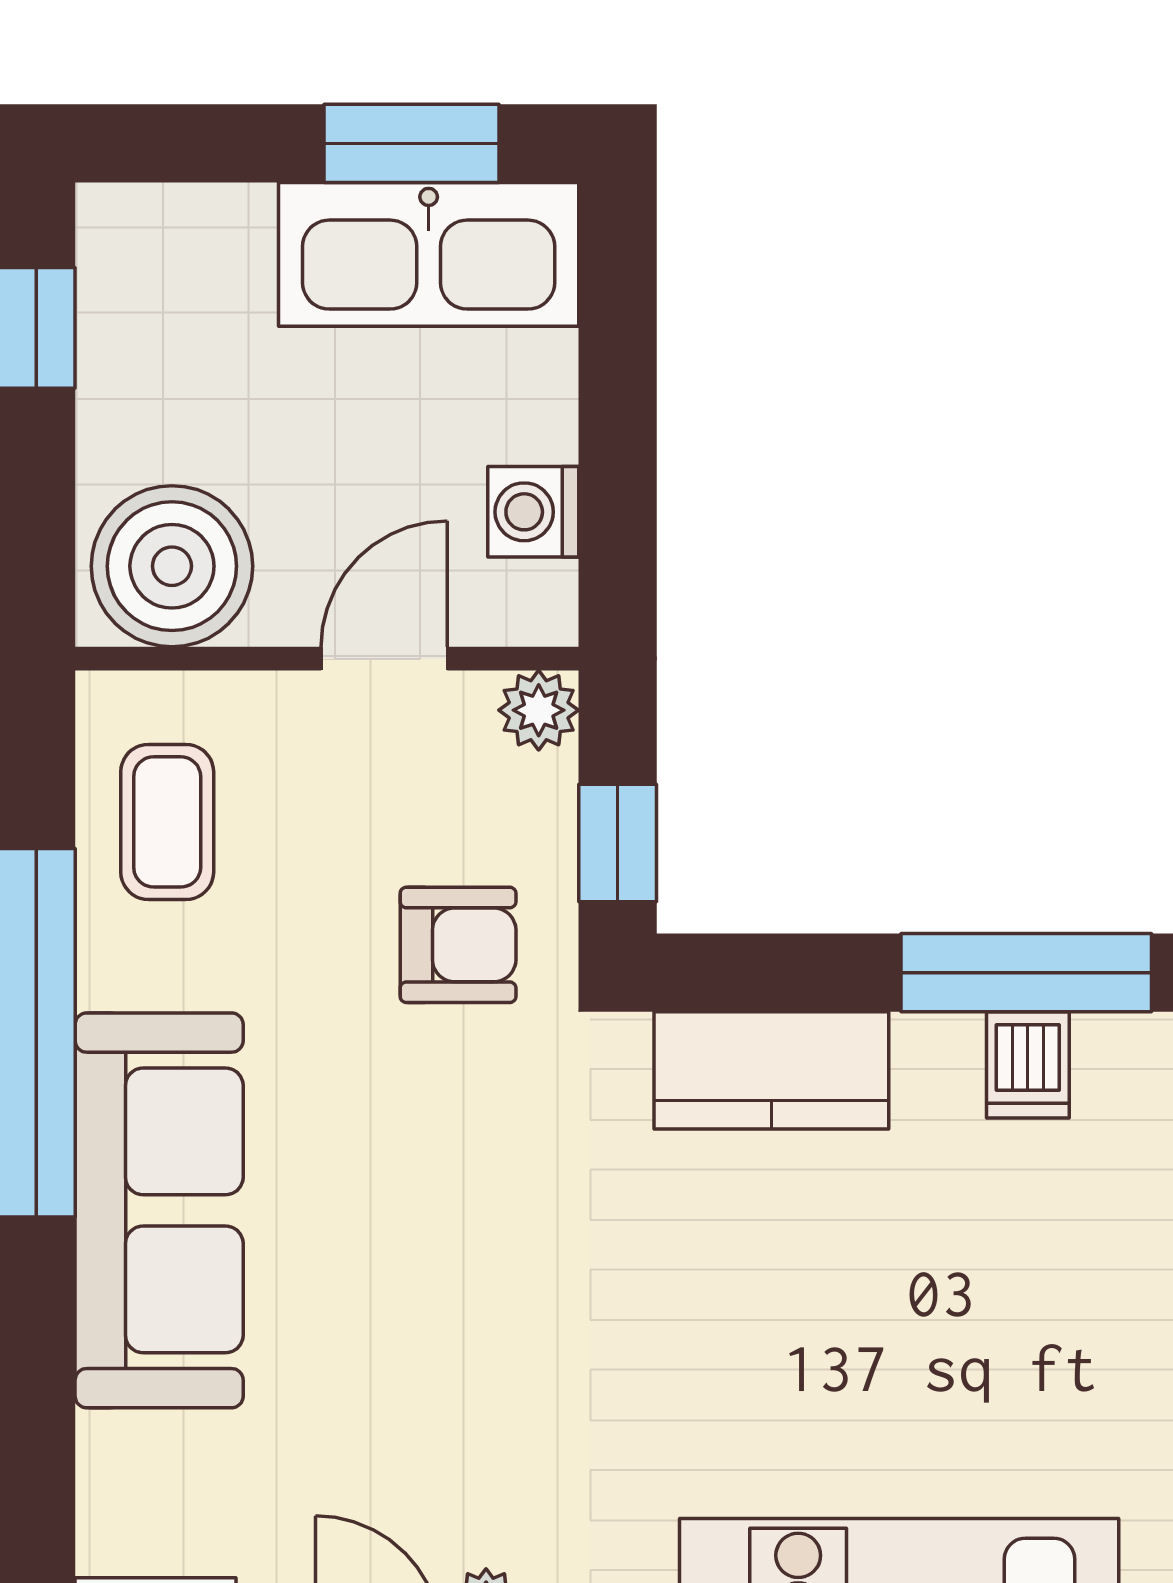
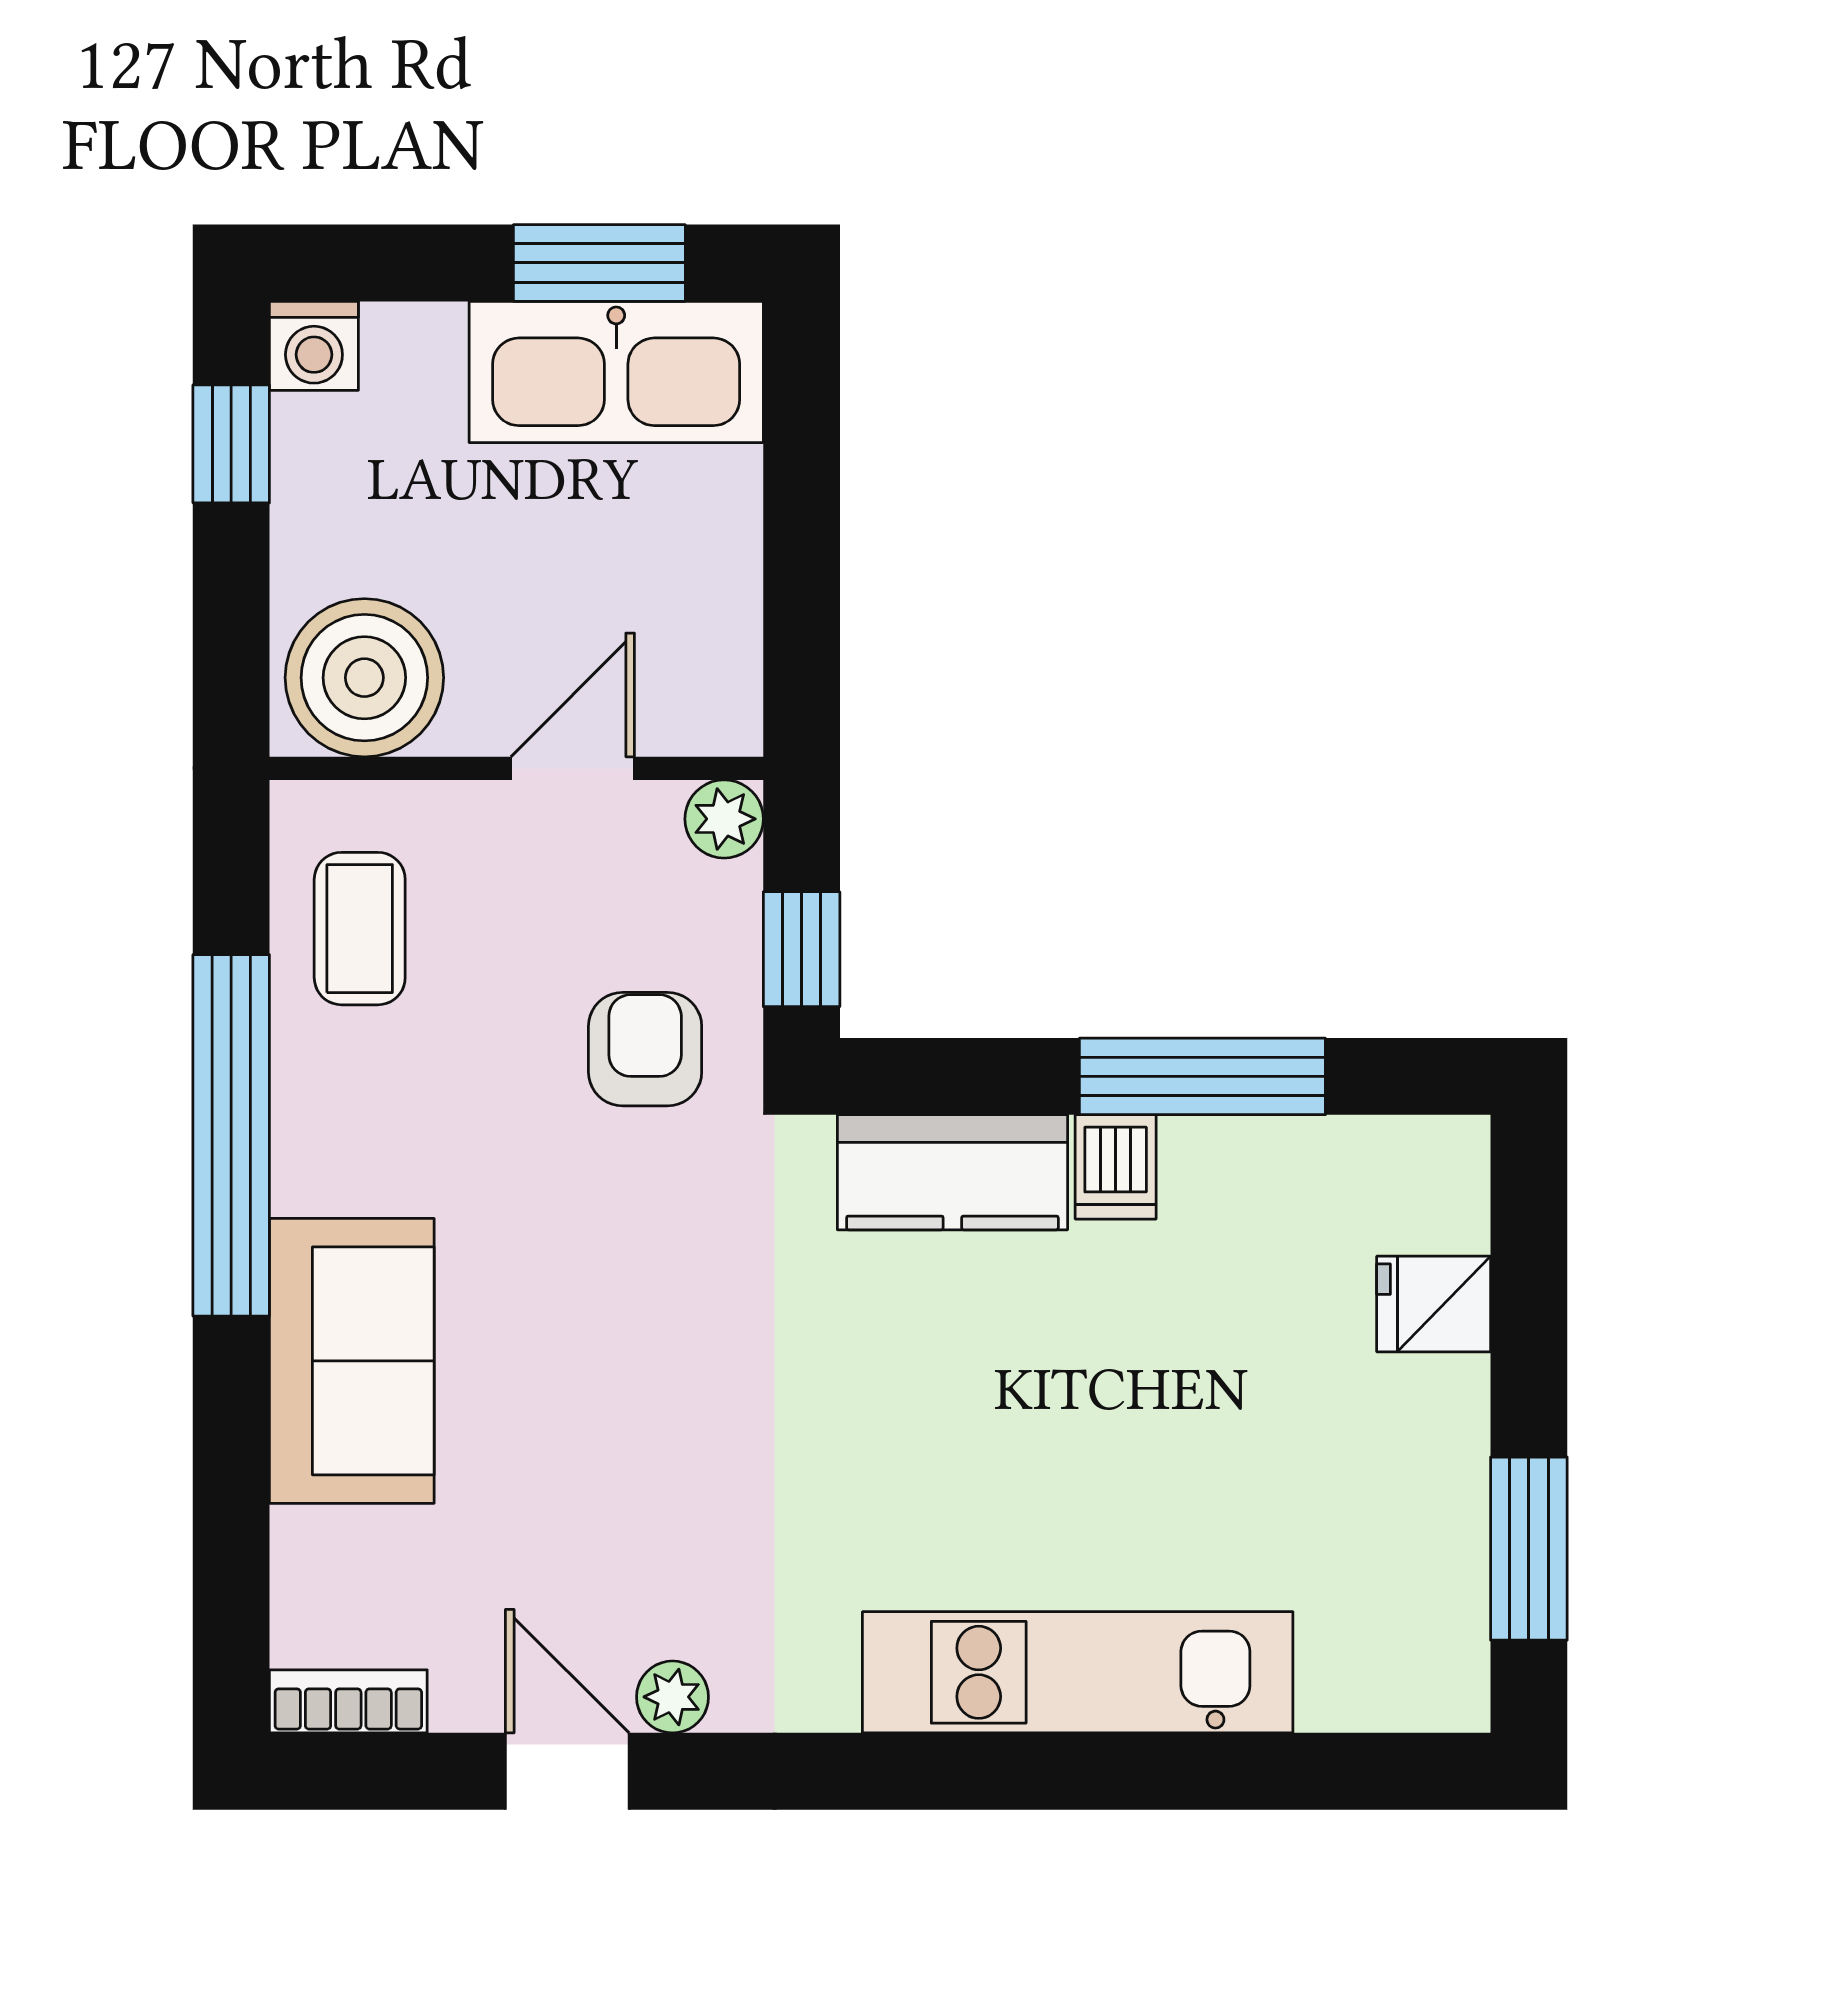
washing machine: (533, 512) -> (314, 346), moved, turned -90
armchair: (458, 945) -> (645, 1049), turned -90
dishwasher: (1028, 1065) -> (1116, 1167), moved
sofa: (159, 1210) -> (352, 1361), width x0.73

